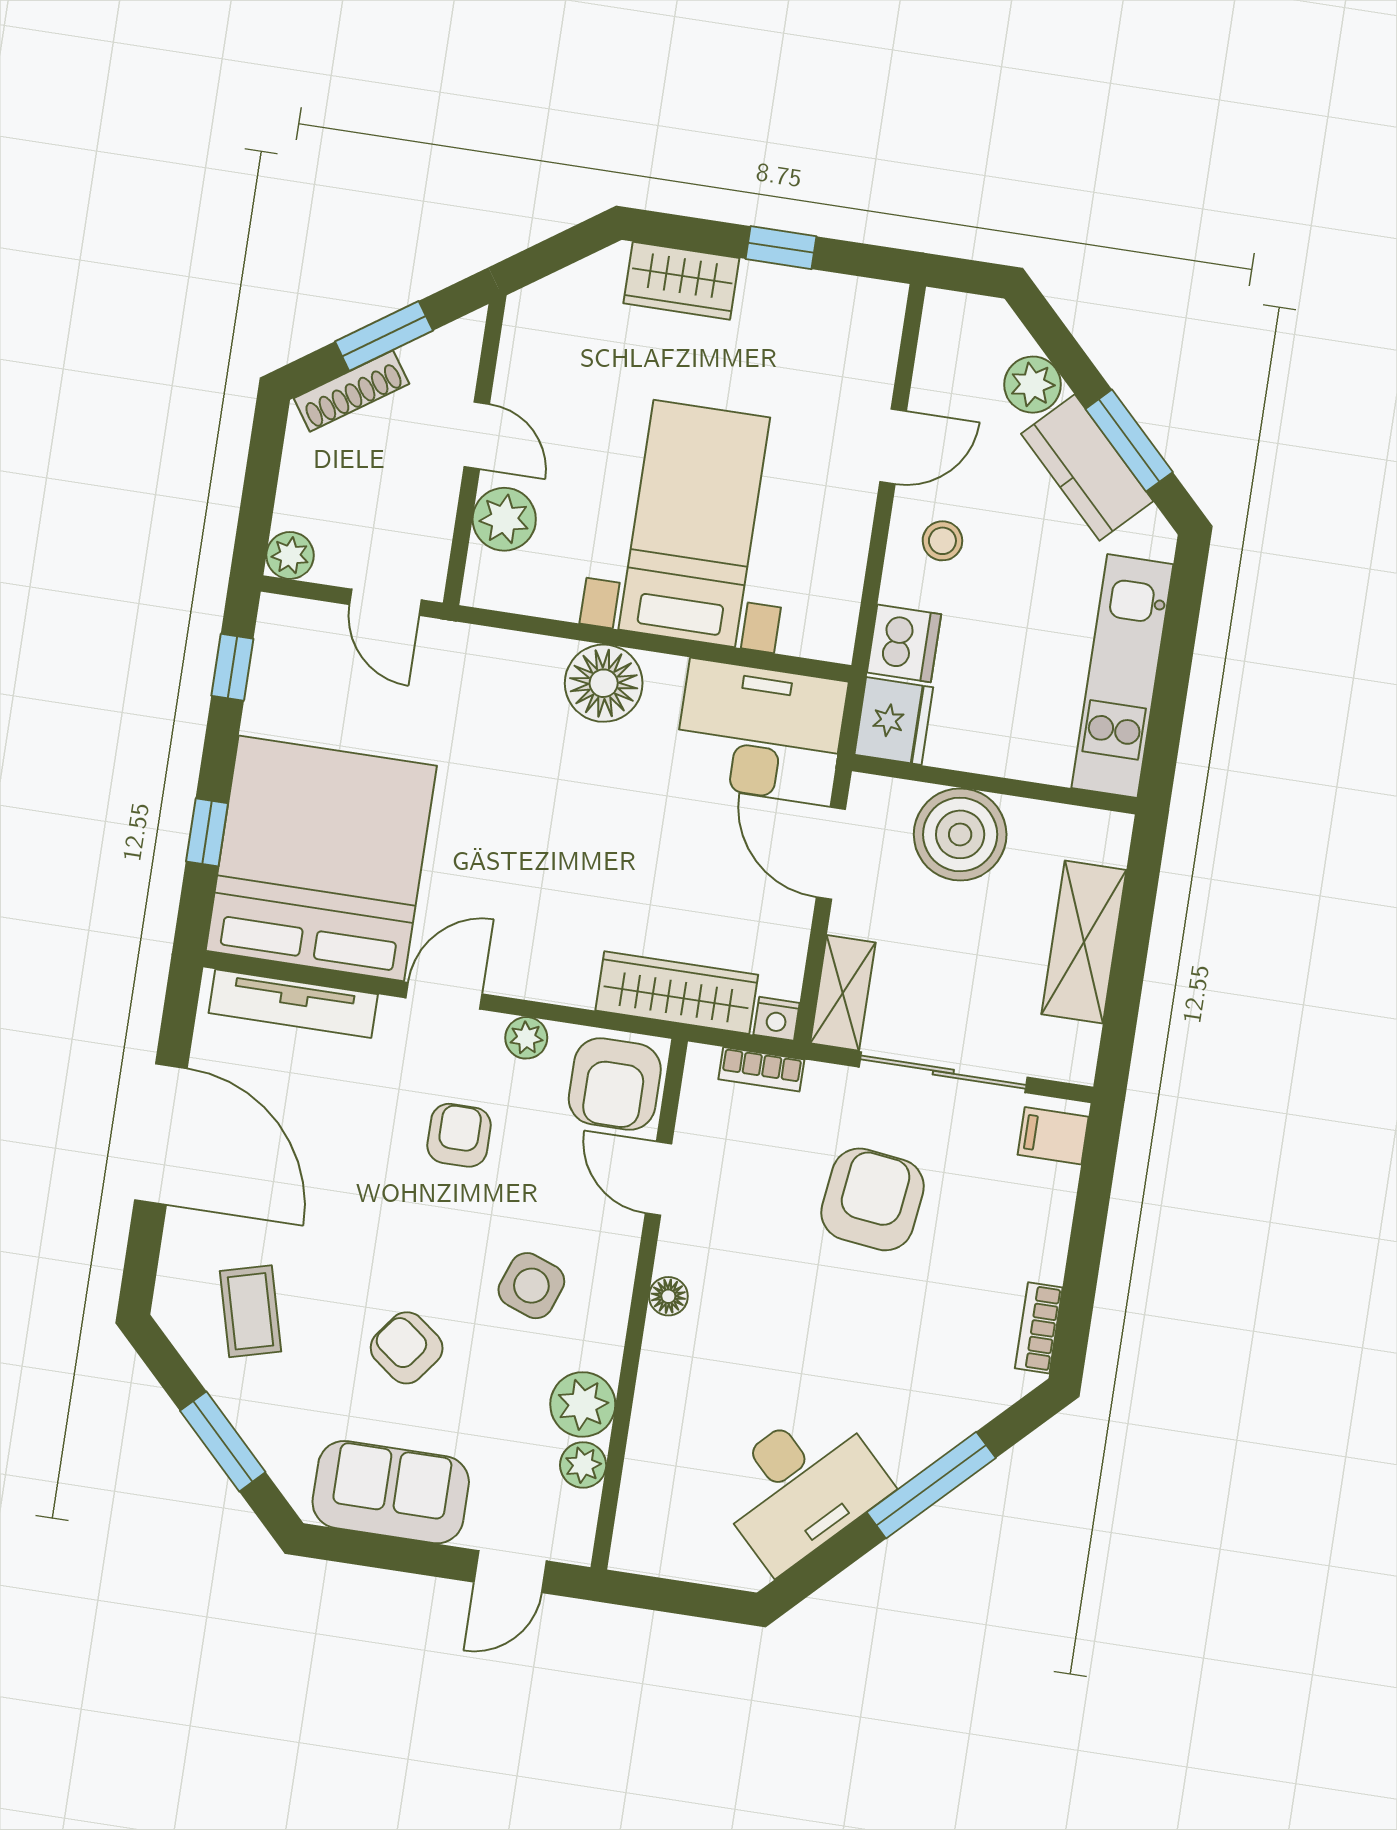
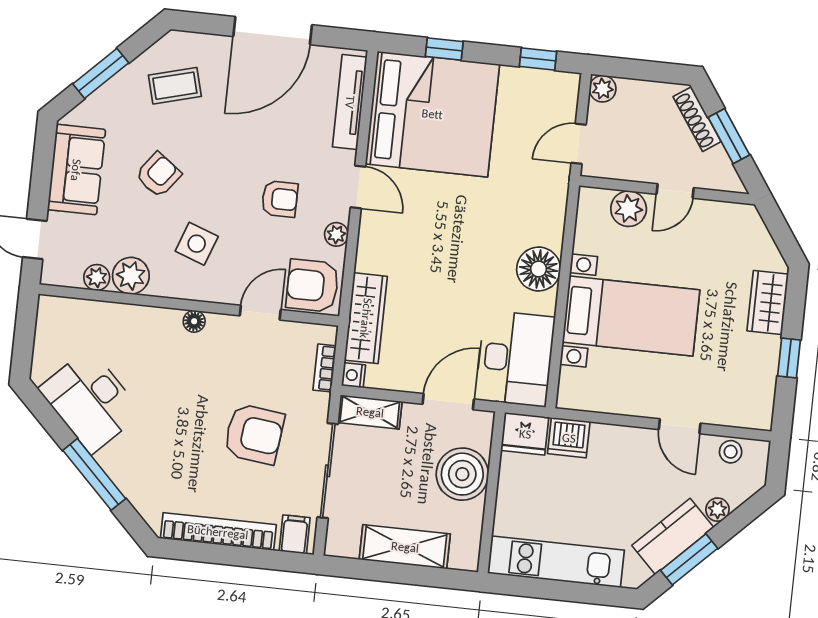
plant: (1033, 385) -> (717, 510), width x0.73, depth x0.73
stool: (942, 541) -> (731, 452), moved
bookcase: (1039, 1328) -> (218, 532), width x2.31, depth x1.31

